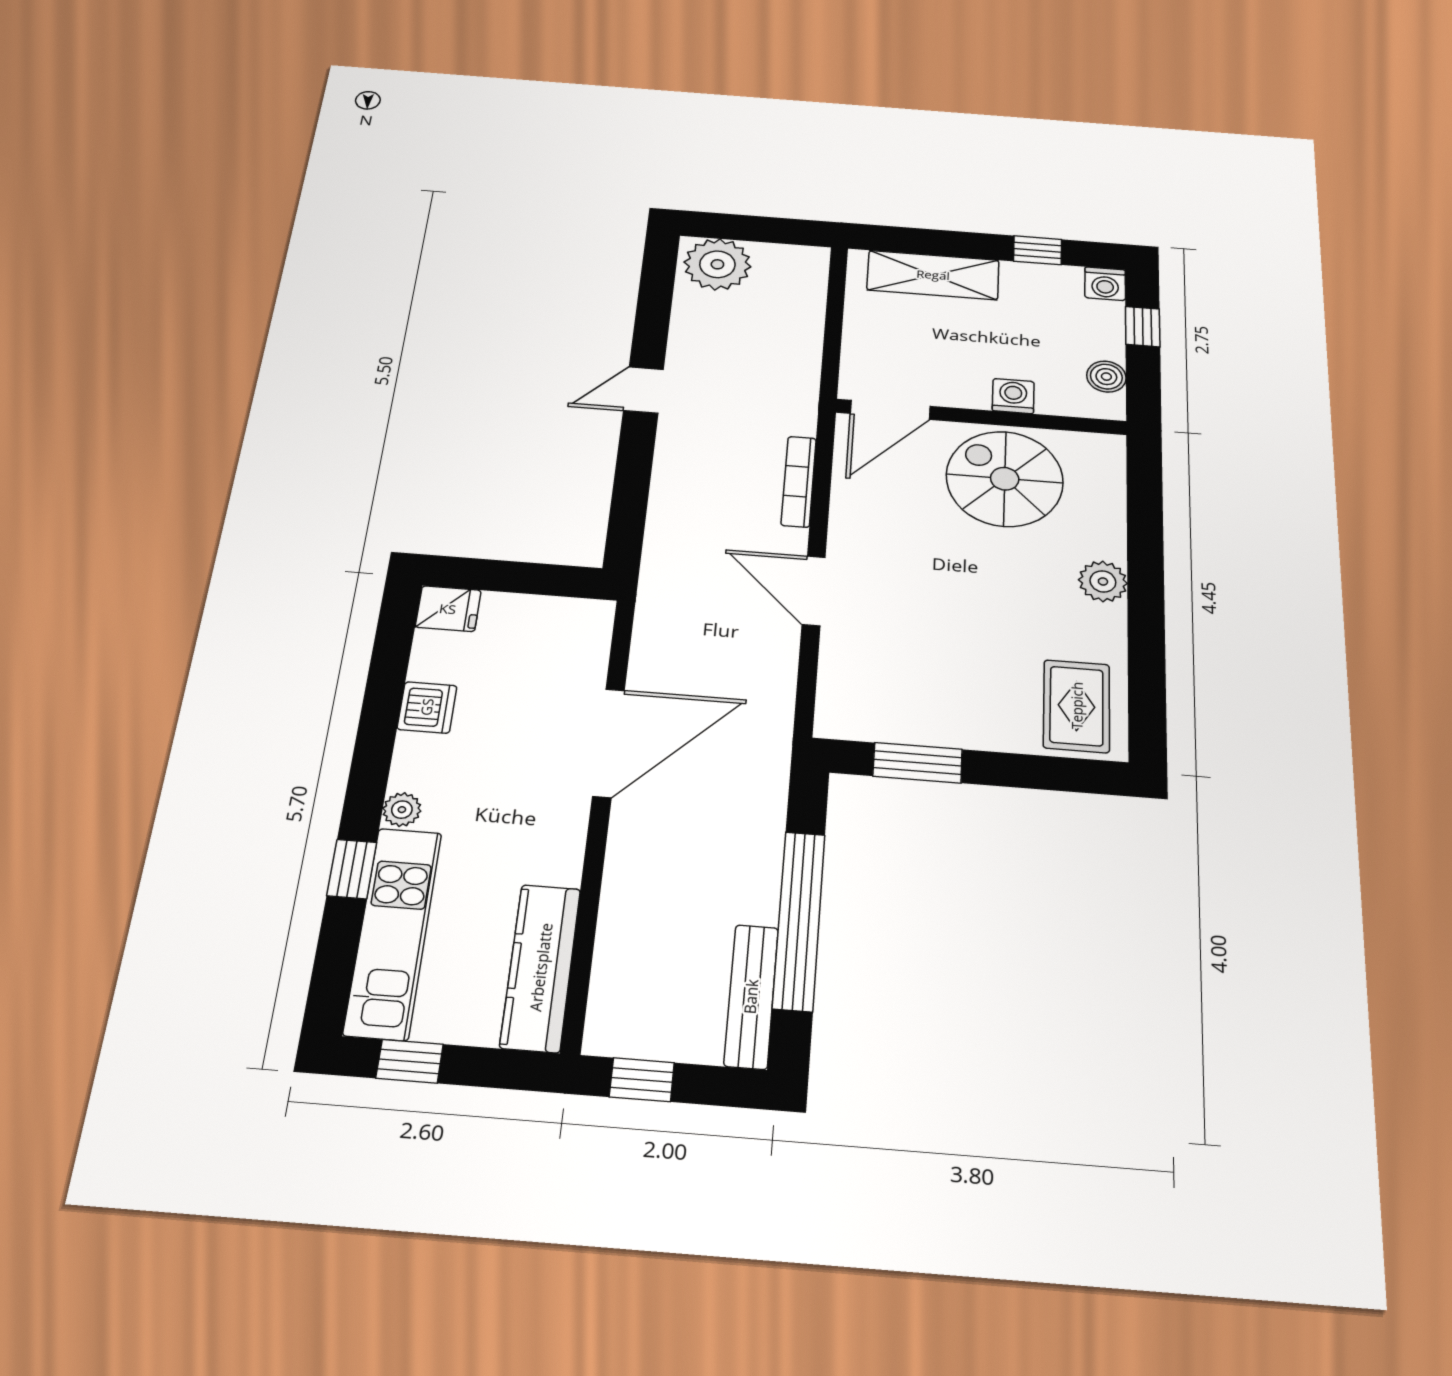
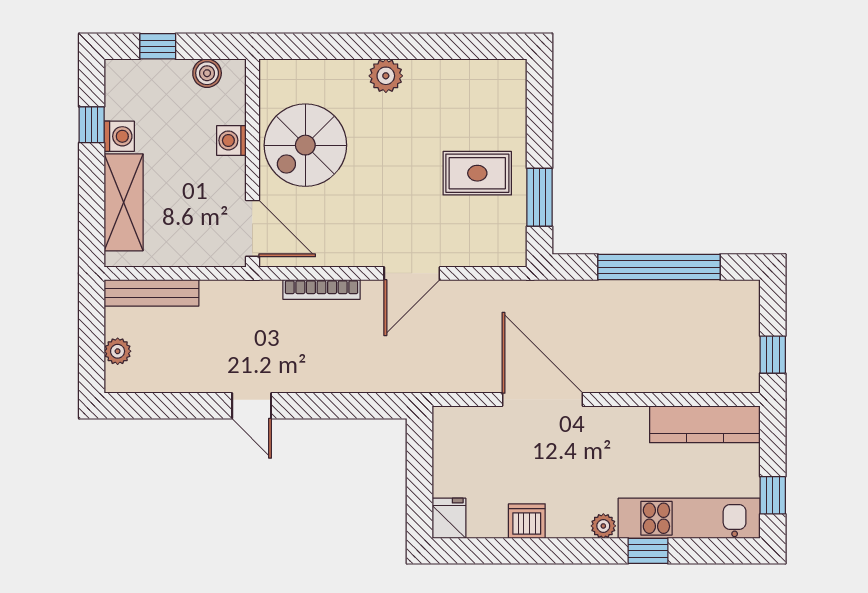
plant: (717, 264) -> (118, 351), width x0.53, depth x0.53
washing machine: (1105, 284) -> (119, 136), moved
rug: (1077, 706) -> (477, 173), moved
bench: (751, 996) -> (152, 293), moved

